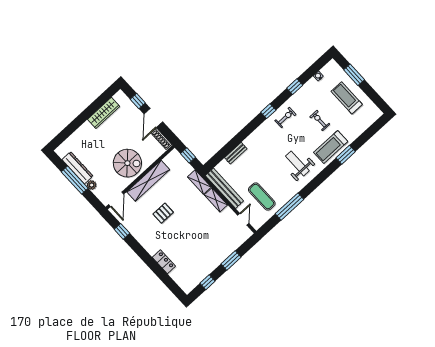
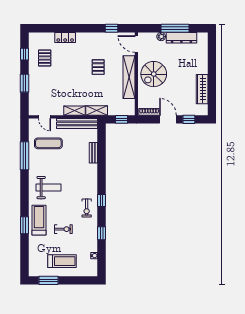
window: (354, 75) -> (48, 280), moved
pallet: (196, 263) -> (45, 58), added

